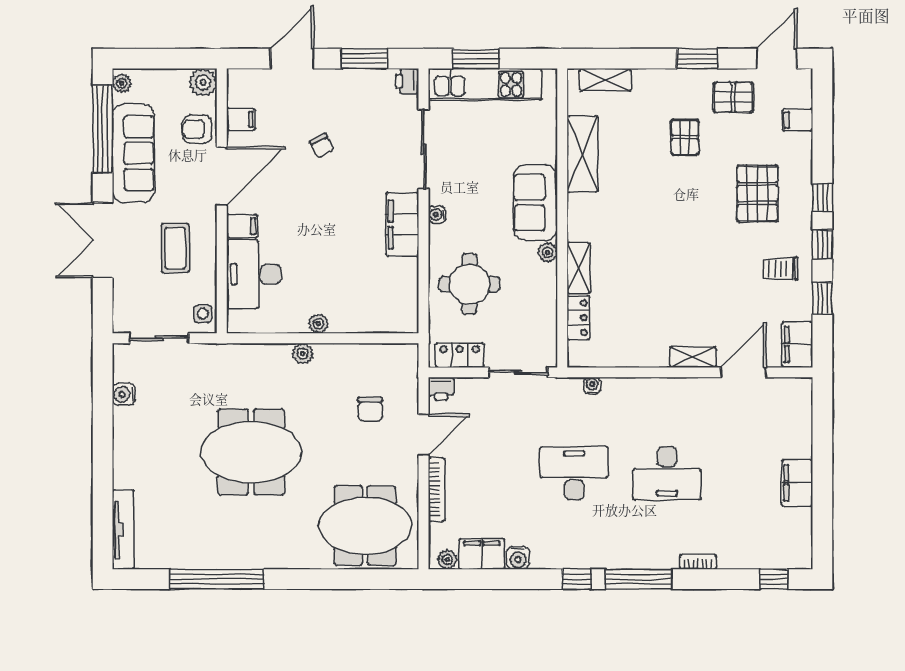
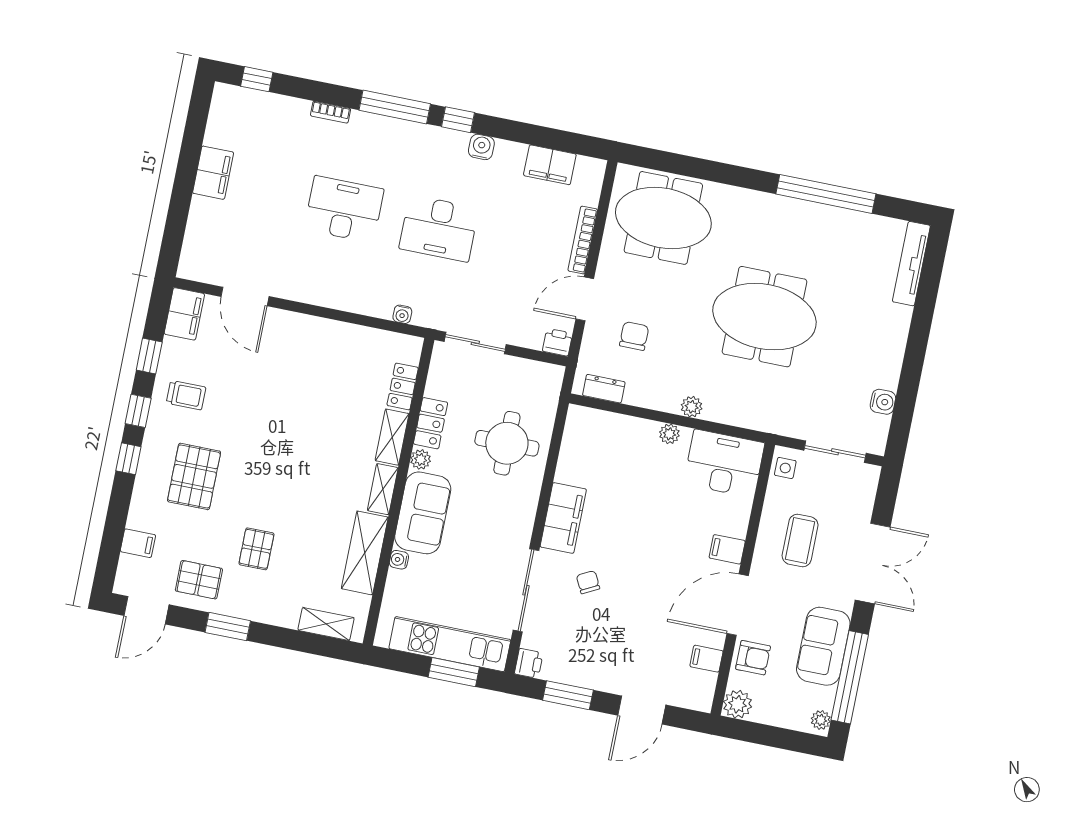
chair: (322, 146) -> (588, 582), moved
sofa: (133, 153) -> (823, 646), width x0.73
water cooler: (437, 215) -> (399, 560), moved, turned 180
desk: (254, 274) -> (724, 463), moved, turned -90
dresser: (389, 354) -> (604, 389), added
locker: (460, 355) -> (431, 423), moved, turned -90
shelving: (693, 357) -> (383, 489), moved, turned 90
door: (744, 372) -> (245, 297), hinge flipped
water cooler: (518, 558) -> (481, 147), moved
plant: (447, 560) -> (586, 166), removed

